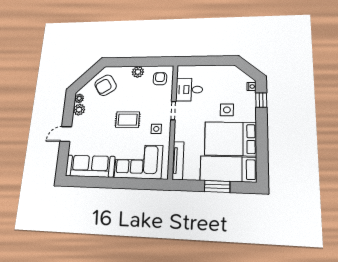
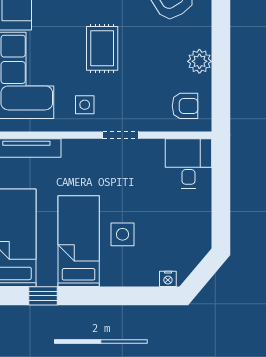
desk: (189, 90) -> (188, 163), moved
window: (261, 100) -> (43, 296), moved
bed: (230, 139) -> (79, 241), width x0.67

